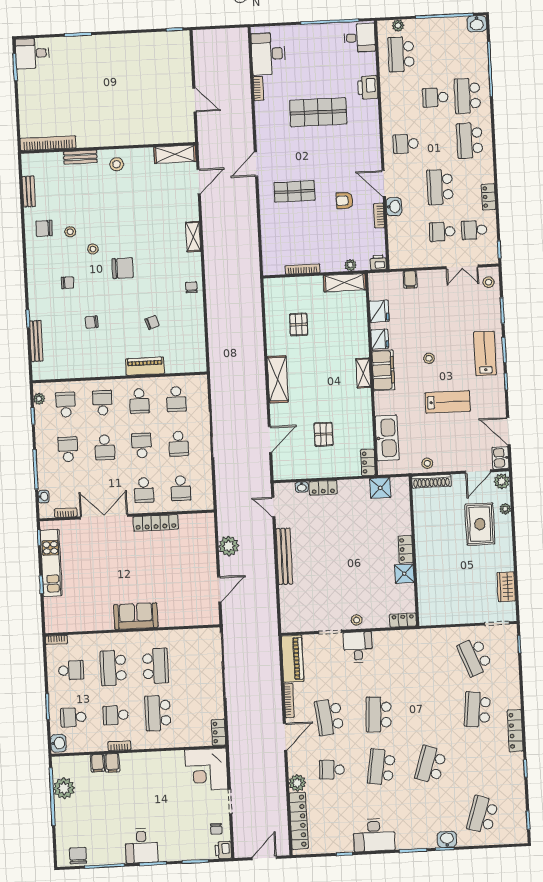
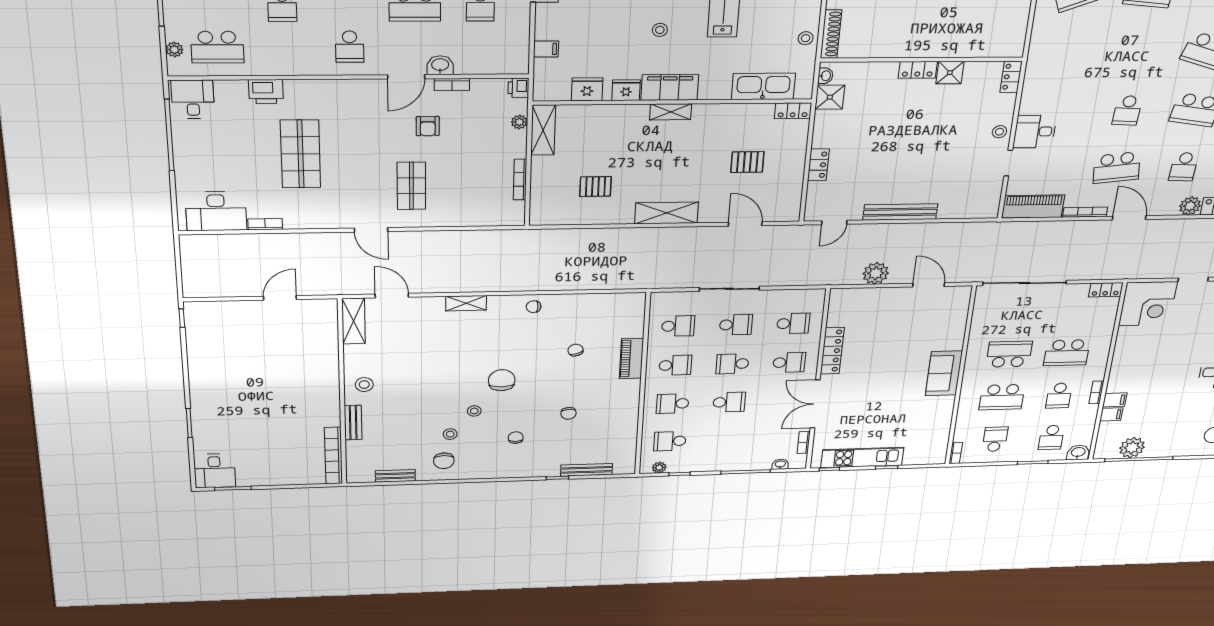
school desk: (68, 449) -> (726, 439), removed
washbasin: (302, 487) -> (825, 76), moved
school desk: (379, 714) -> (1127, 110), width x0.54

